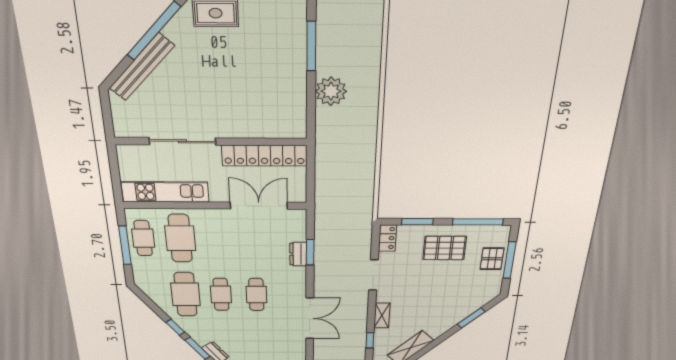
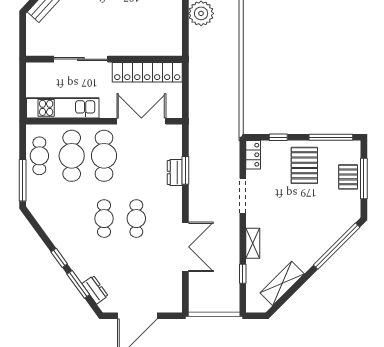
window: (417, 222) -> (278, 137), width x0.67
window: (125, 245) -> (23, 180), moved
pallet: (444, 248) -> (304, 165), turned 90
cafe table: (186, 294) -> (104, 156), moved
window: (471, 318) -> (337, 246), width x2.11

